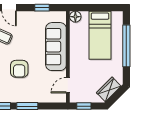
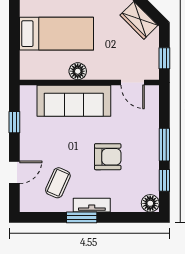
floor lamp: (75, 17) -> (78, 71), moved

